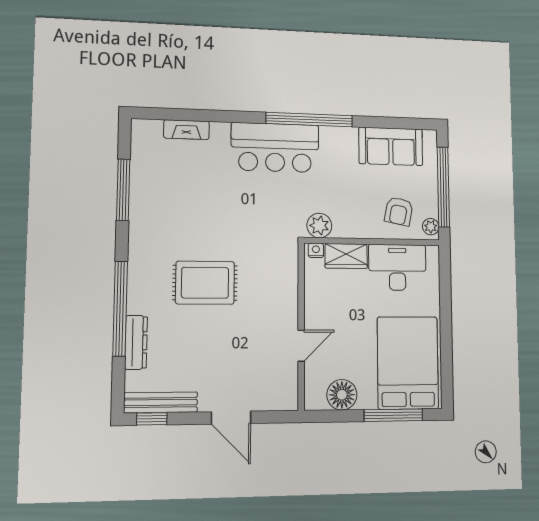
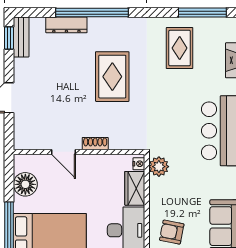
window: (123, 190) -> (202, 13), moved
rug: (169, 196) -> (180, 48), added
shoe rack: (291, 305) -> (95, 144), added
bench: (161, 402) -> (21, 37), width x0.73

